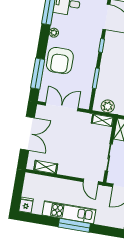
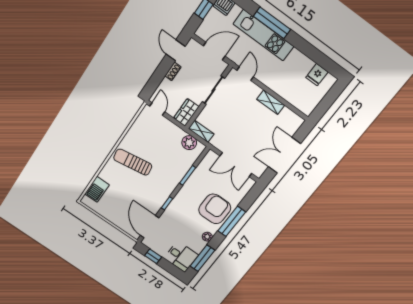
window: (38, 74) -> (232, 221), moved
shelving: (46, 167) -> (271, 102), moved
fridge: (26, 205) -> (317, 75), moved
kitchen unit: (69, 212) -> (264, 35), moved
window: (74, 225) -> (272, 23), moved

